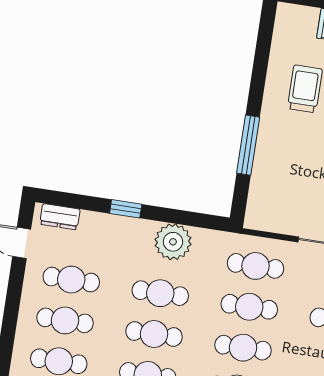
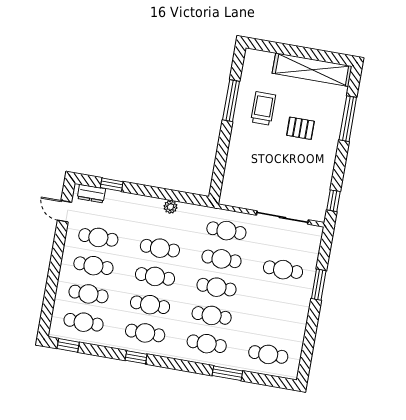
window: (248, 145) -> (231, 101), moved
window: (126, 209) -> (112, 185), moved
plant: (173, 242) -> (171, 207), width x0.53, depth x0.53

